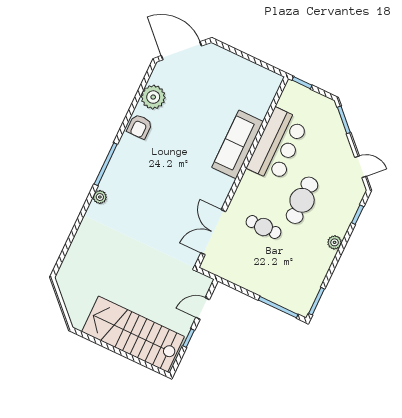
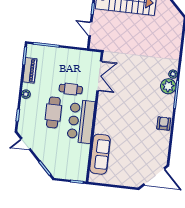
plant: (153, 97) -> (168, 86), moved
sofa: (238, 144) -> (100, 154), moved
bar counter: (277, 145) -> (81, 121), moved
piano: (316, 277) -> (30, 70), added
door: (203, 308) -> (90, 29), swing flipped

